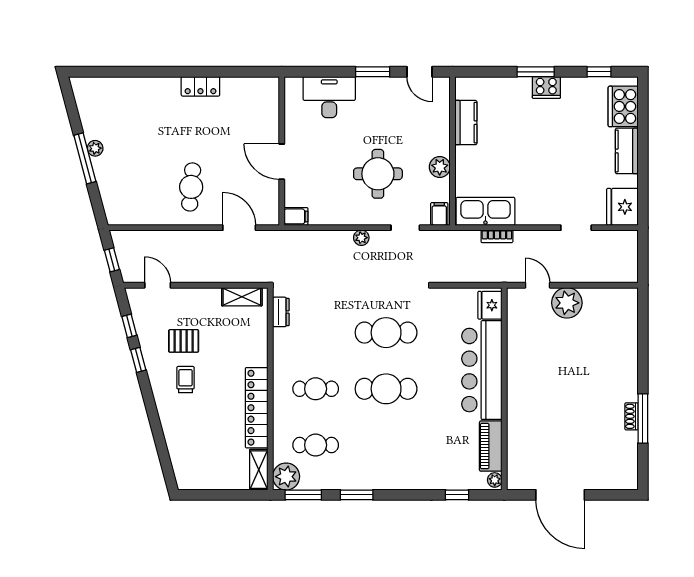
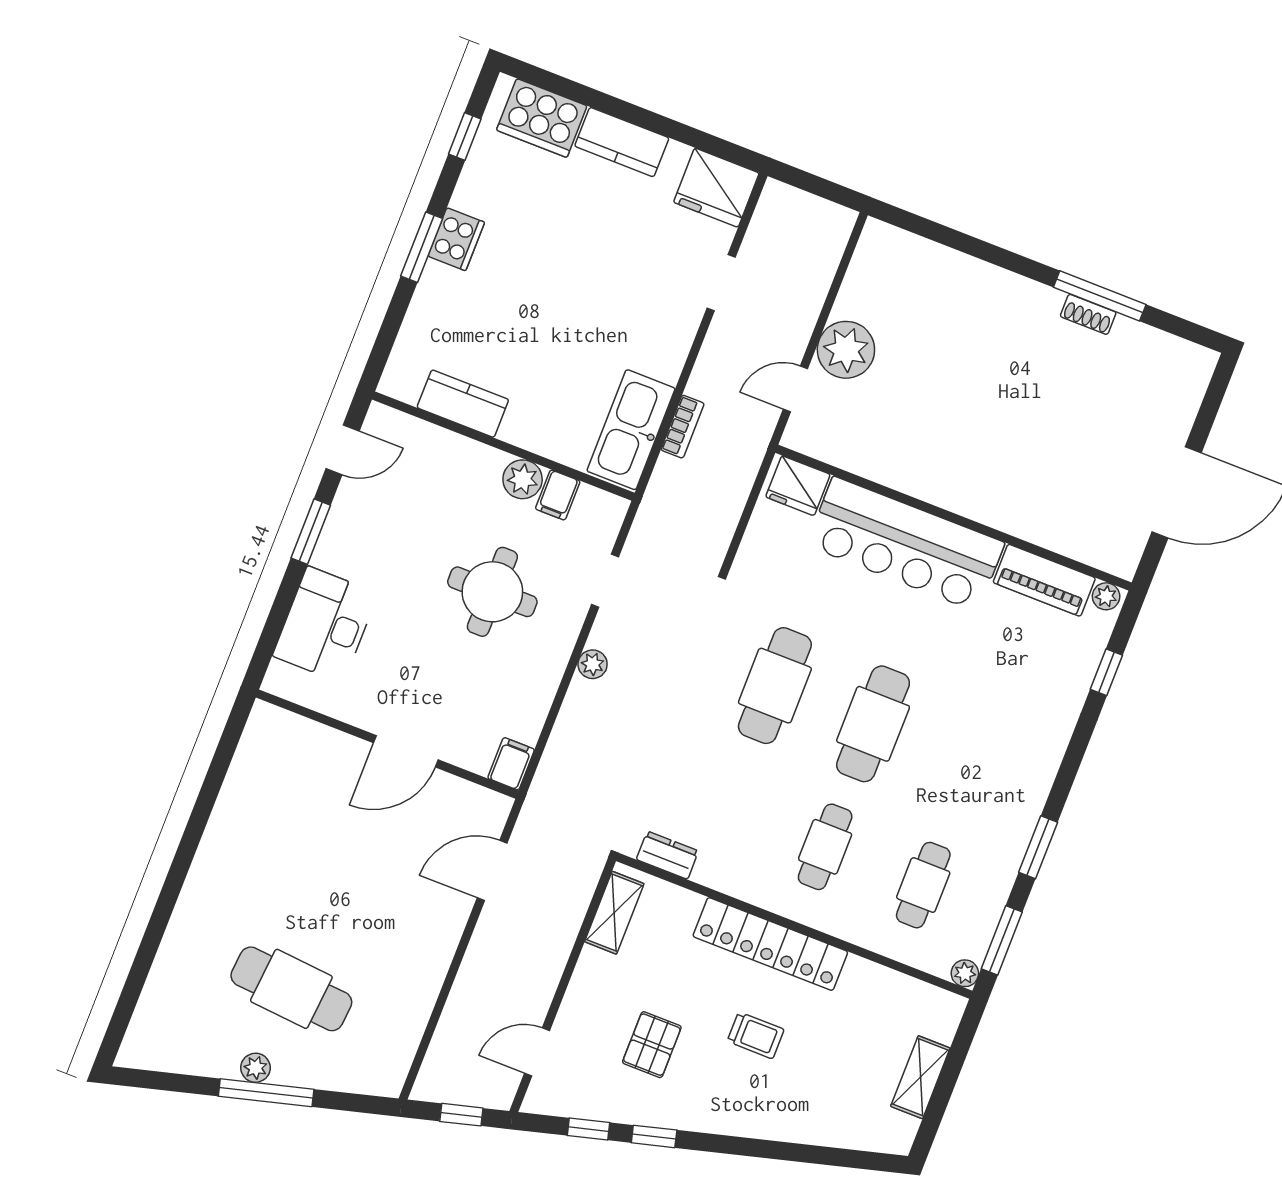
locker: (200, 86) -> (219, 842), removed
cafe table: (191, 187) -> (291, 989), moved, width x1.37, depth x1.35
filing cabinet: (439, 214) -> (558, 495), moved, turned -90
trolley: (185, 380) -> (756, 1035), moved, turned 180
locker: (257, 408) -> (770, 944), moved
shelving: (259, 470) -> (920, 1077), moved, turned 90
plant: (286, 477) -> (965, 973), width x0.53, depth x0.53

